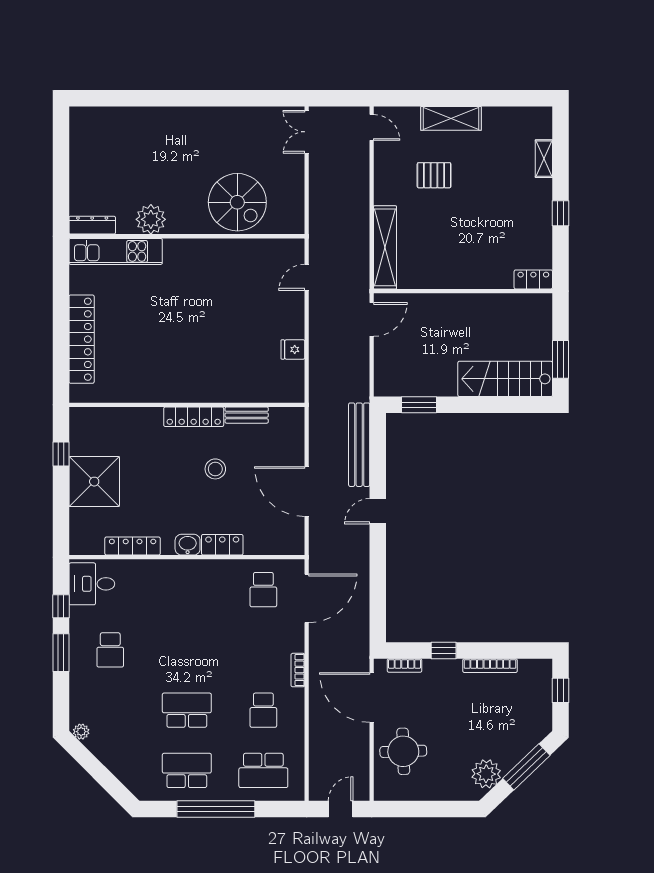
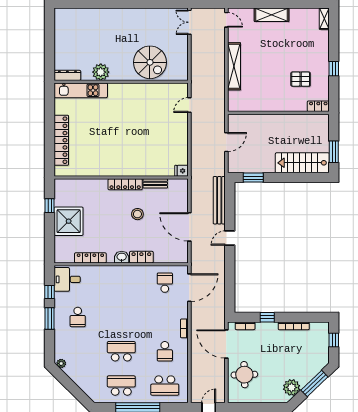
shelving: (544, 159) -> (324, 19), moved
pallet: (434, 175) -> (301, 79), moved
shelving: (385, 247) -> (234, 66), moved
door: (372, 319) -> (226, 142), moved
fridge: (293, 349) -> (182, 171), moved
school desk: (263, 590) -> (165, 283), turned 180

